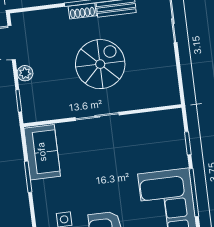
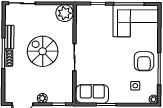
plant: (166, 91) -> (64, 13), added

